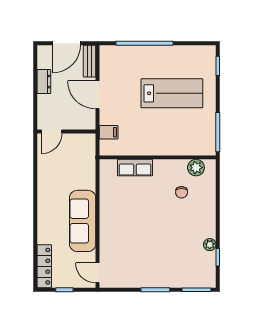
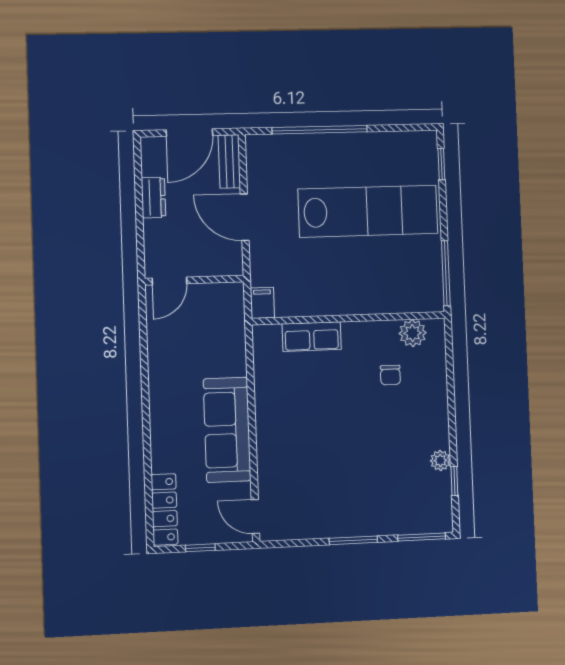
lab bench: (172, 93) -> (368, 211), width x1.36
filing cabinet: (109, 132) -> (262, 303), moved, turned -90

